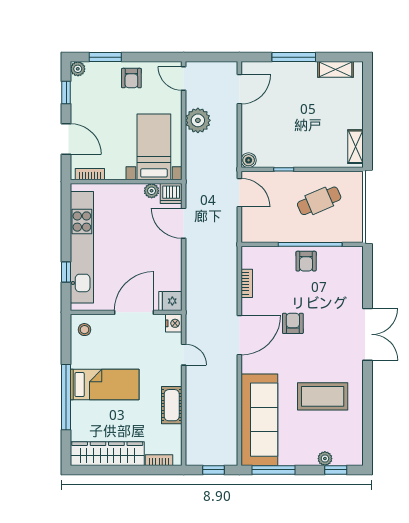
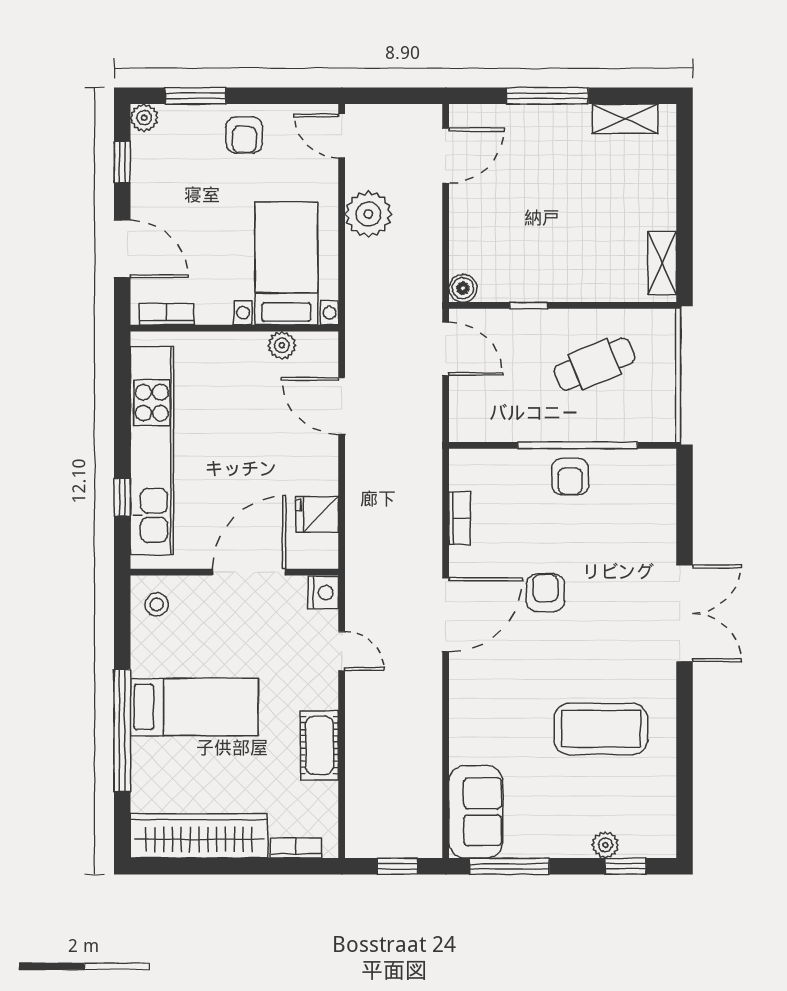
dishwasher: (171, 193) -> (318, 350), removed
fridge: (170, 301) -> (317, 514), moved
sofa: (259, 420) -> (476, 812), width x0.54, depth x0.79

